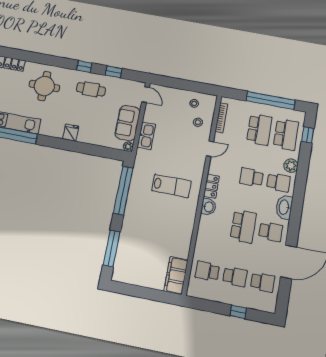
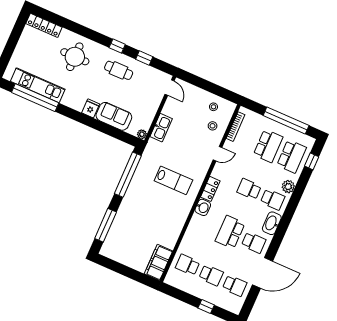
sofa: (128, 123) -> (114, 116), moved, turned 90
school desk: (243, 226) -> (230, 232), turned 180

